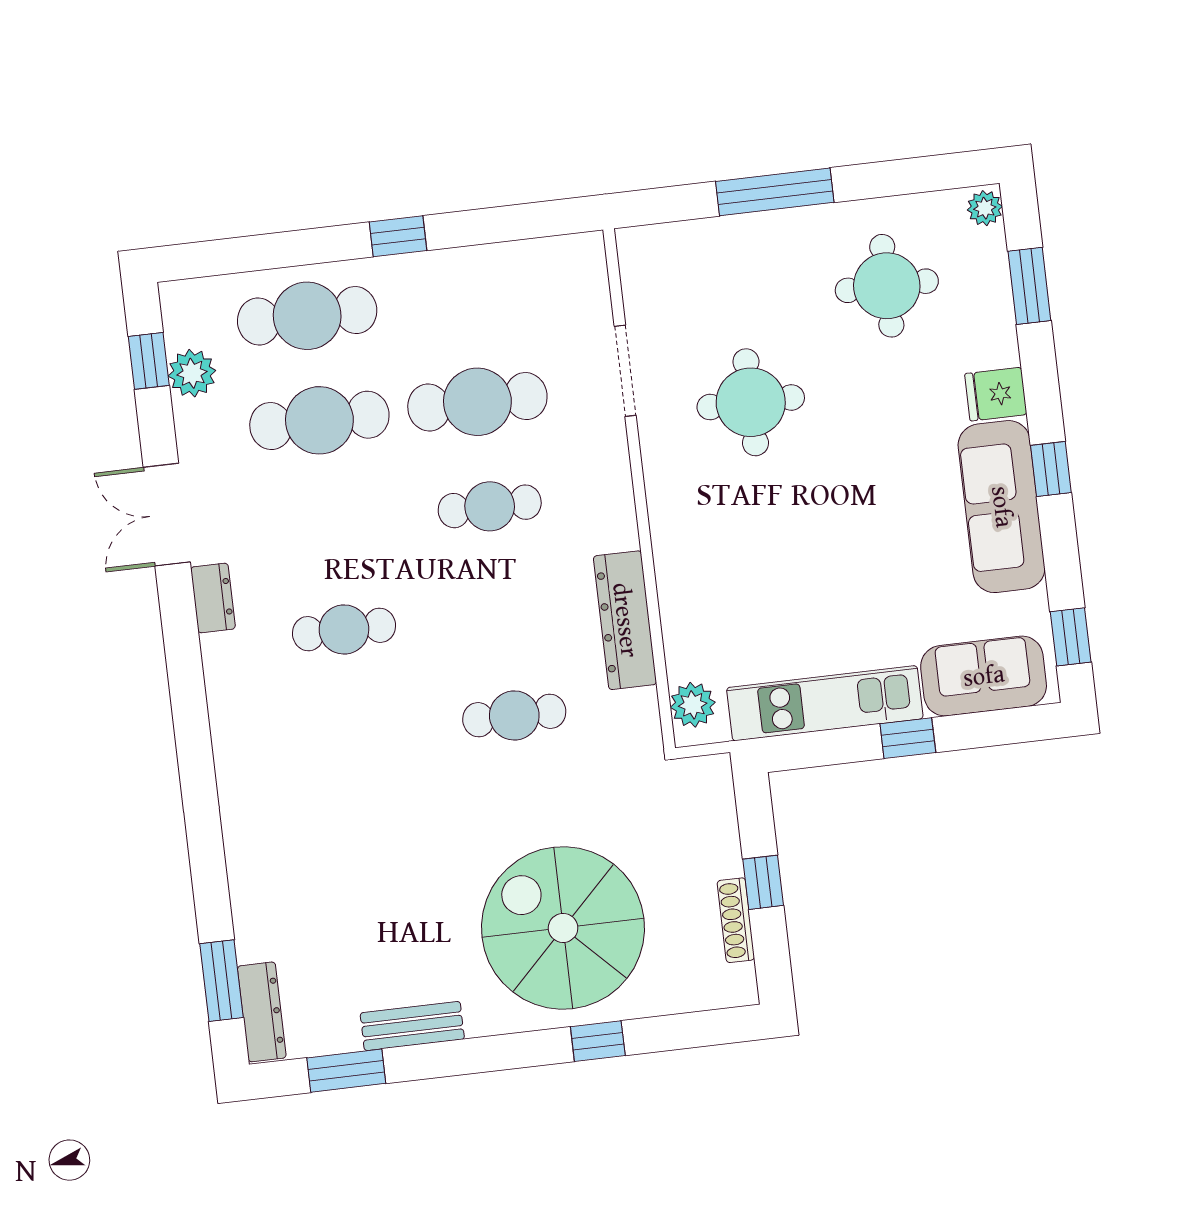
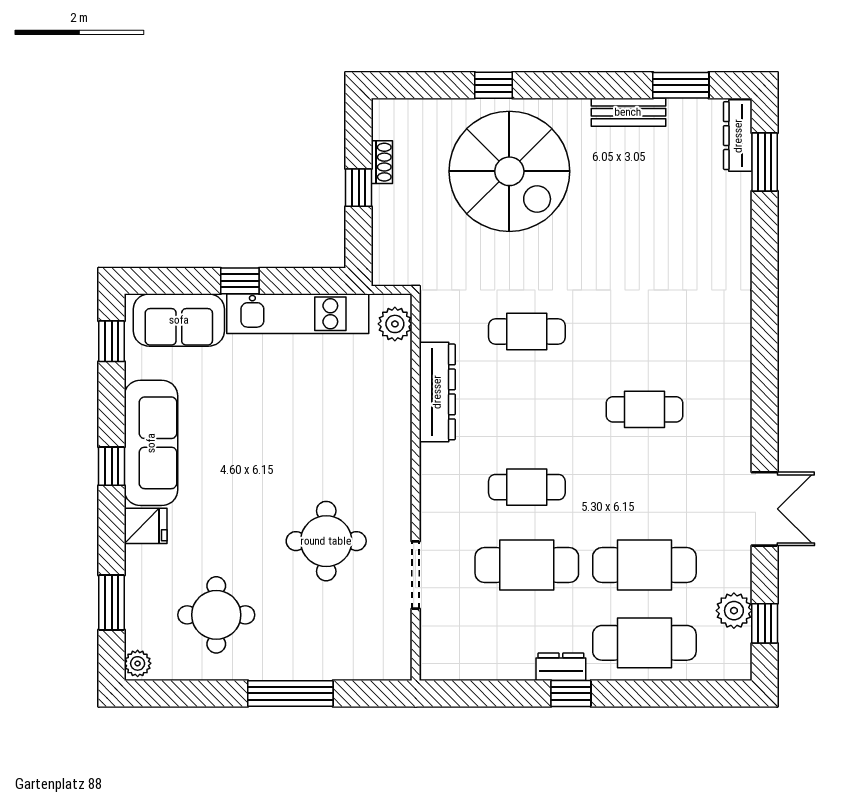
dresser: (213, 598) -> (561, 667), moved, turned 90
shoe rack: (736, 920) -> (382, 162), width x0.70

